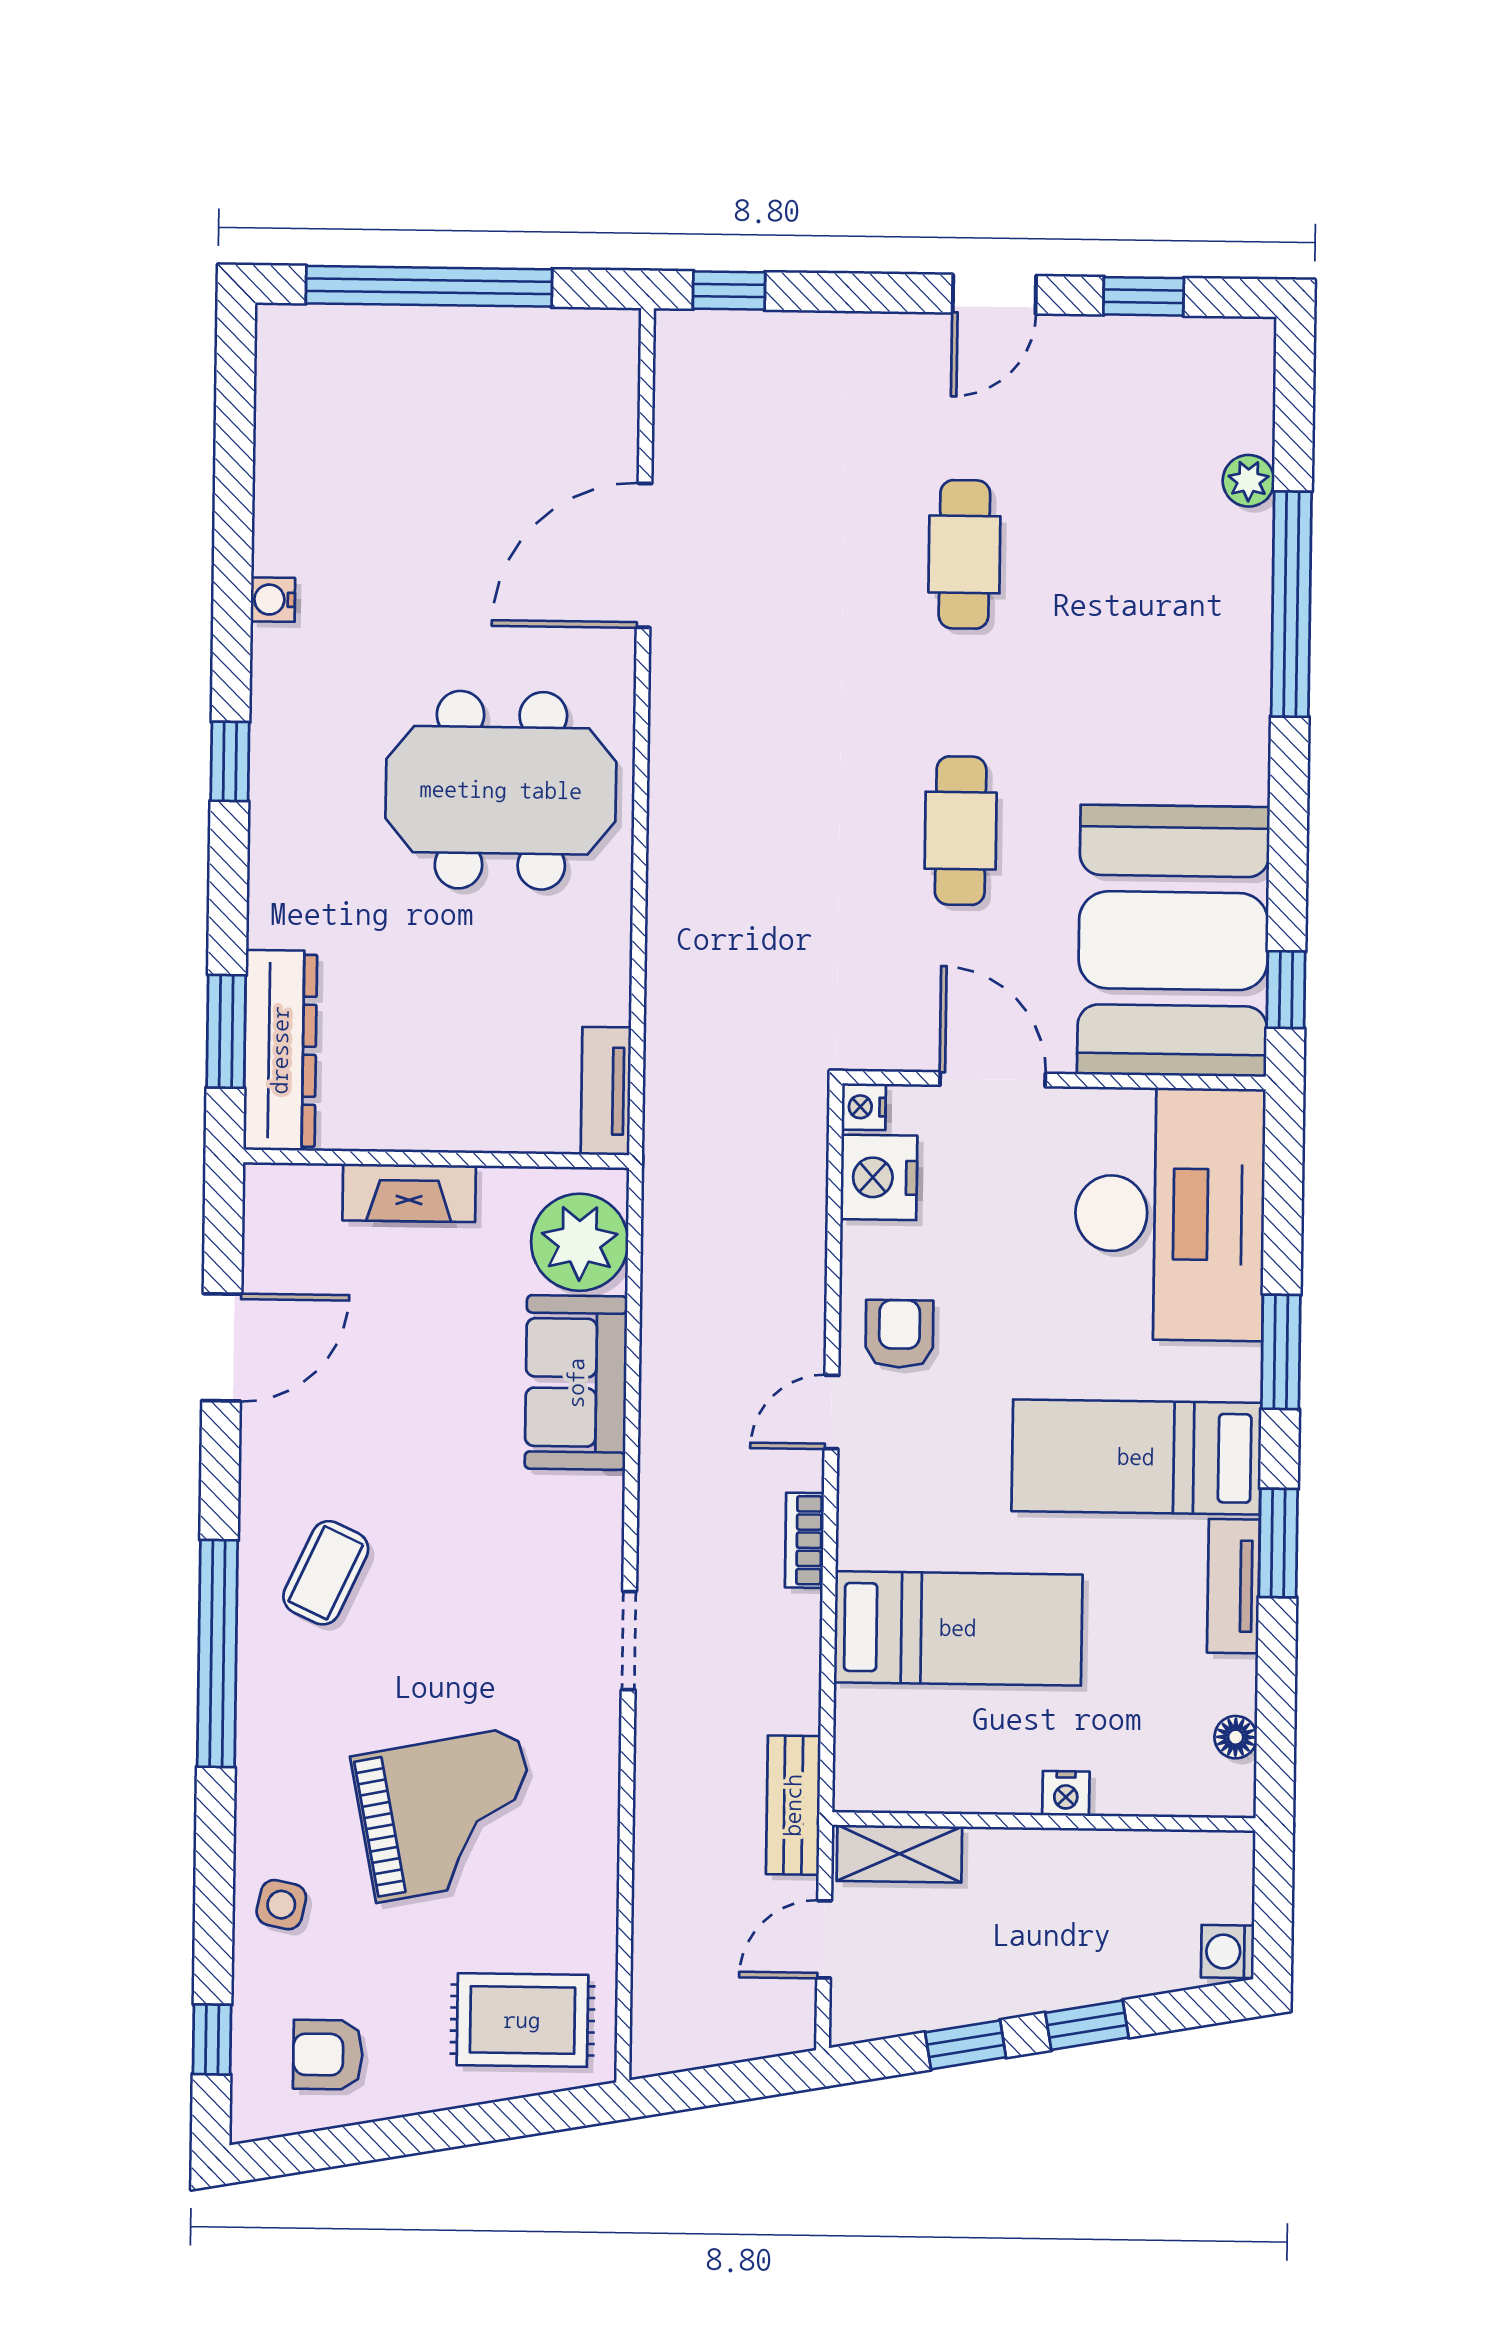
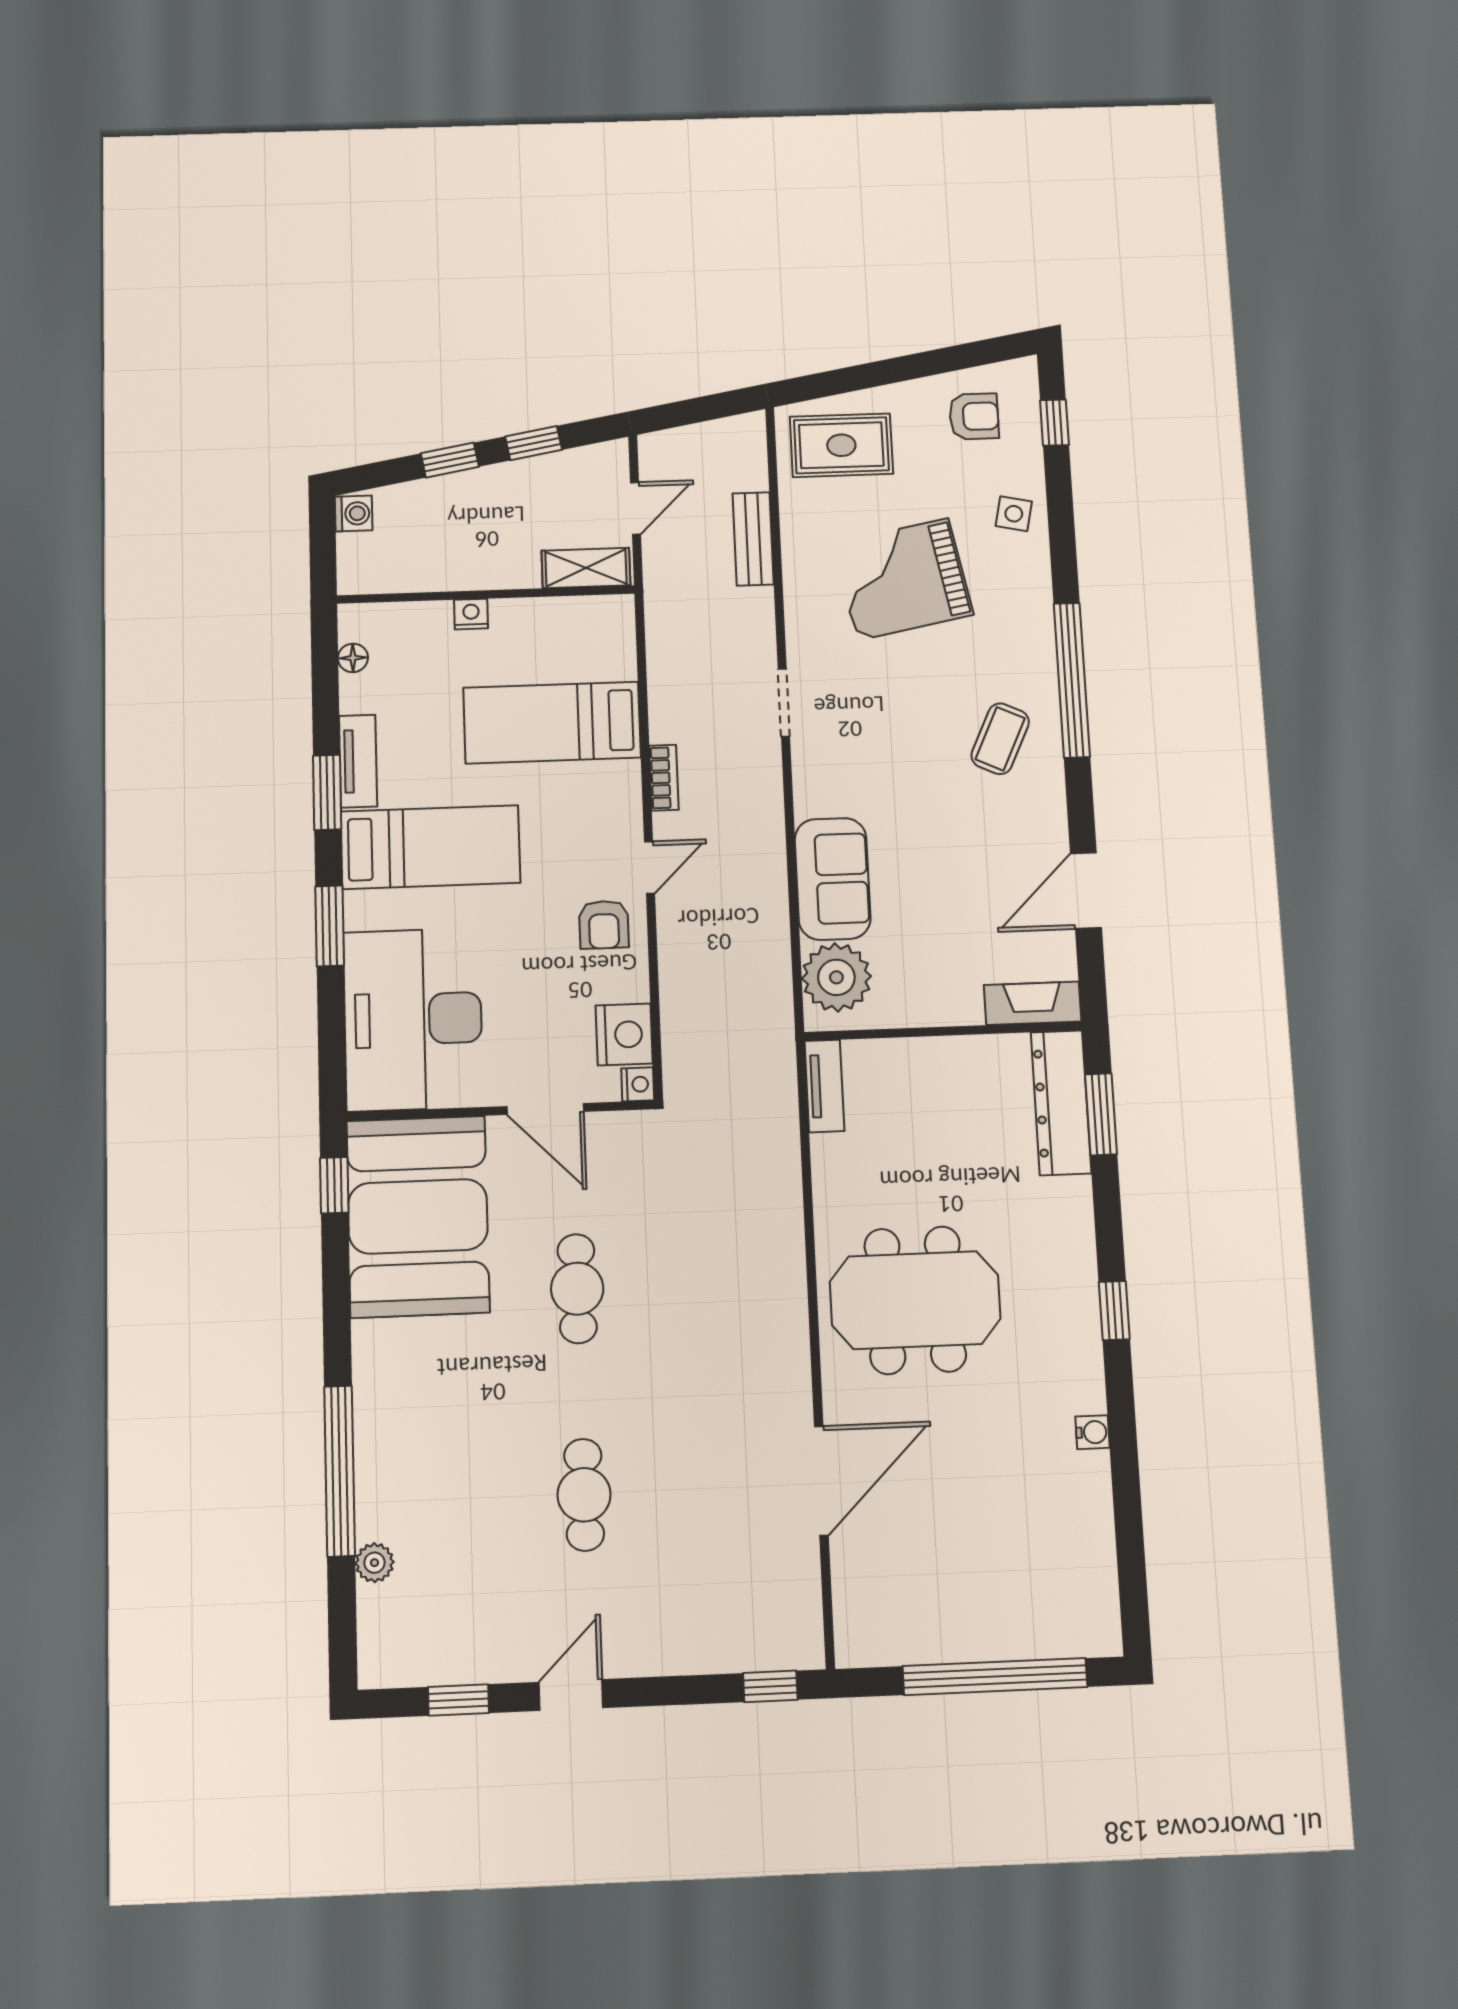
fireplace: (409, 1193) -> (1033, 1003), moved
bench: (793, 1805) -> (753, 539), moved

